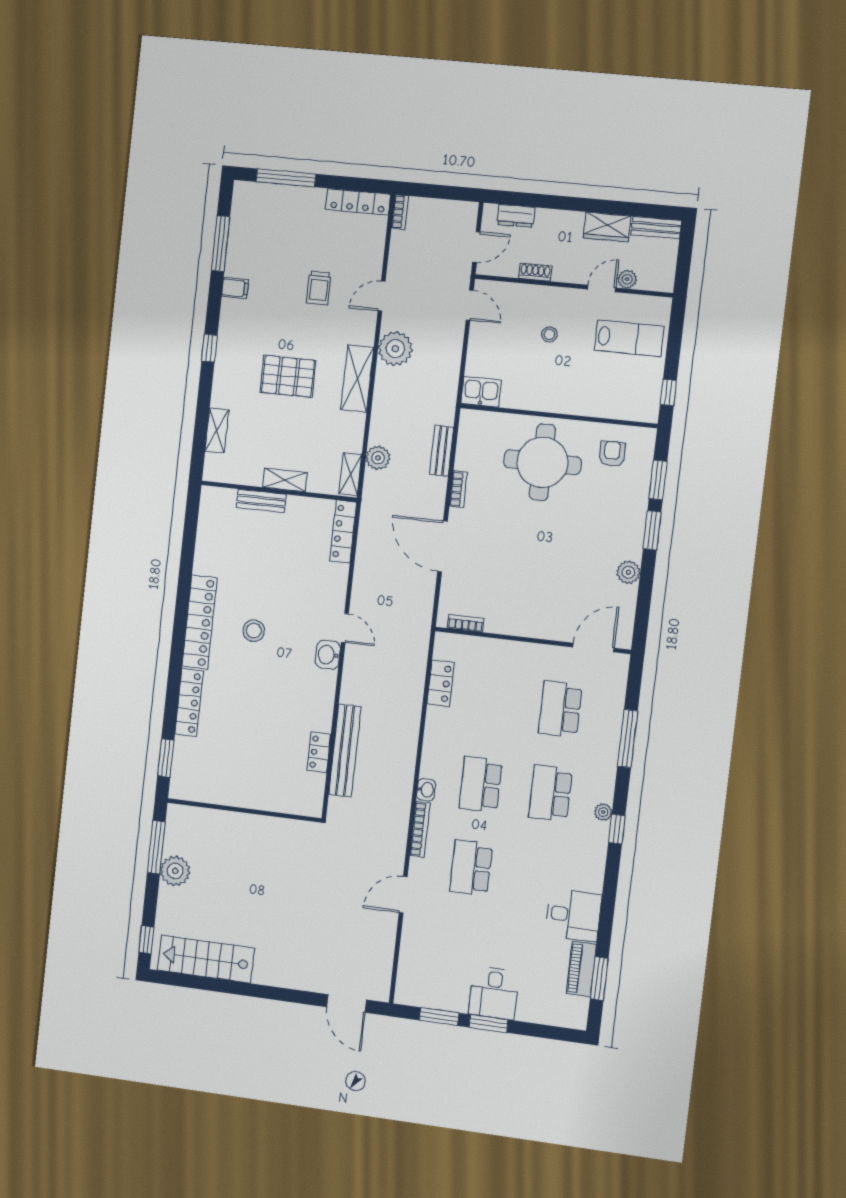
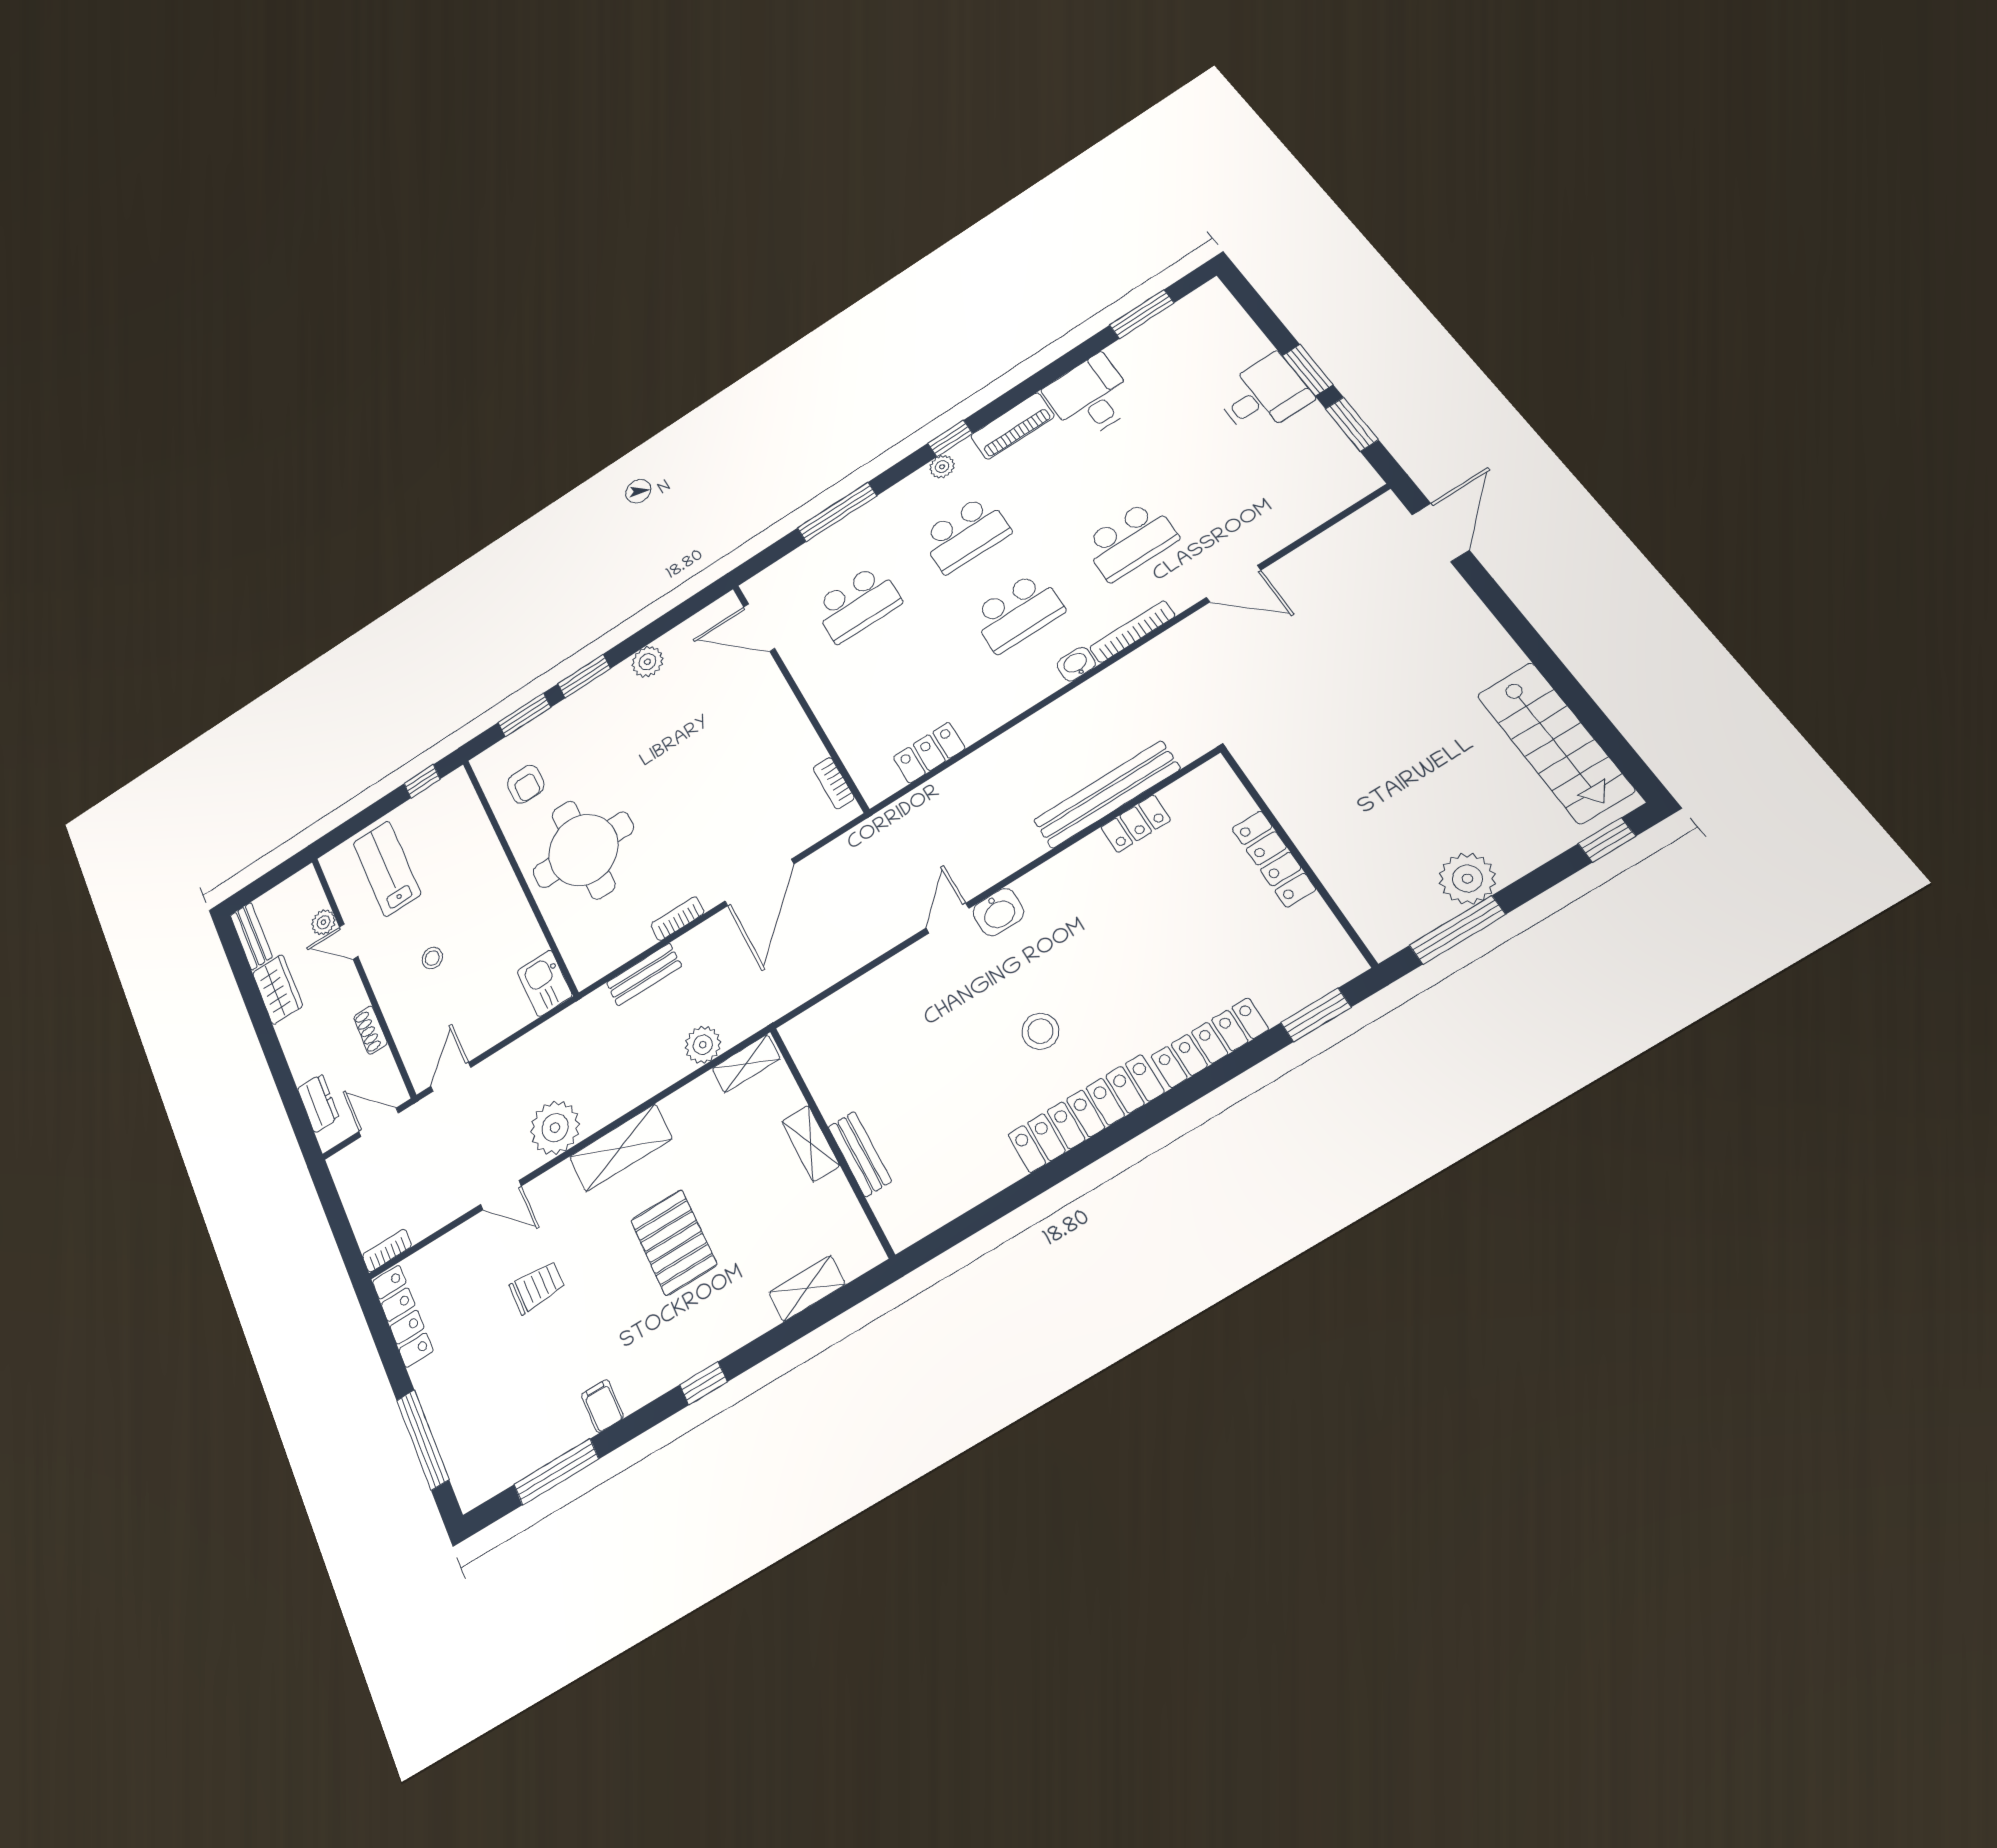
armchair: (612, 454) -> (526, 784), turned -90
locker: (343, 532) -> (1274, 859), moved, turned 90
piano: (581, 969) -> (1012, 426), moved

